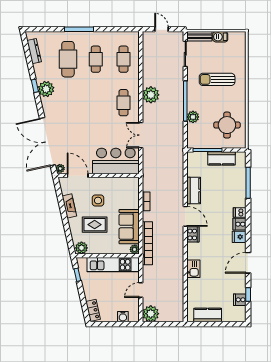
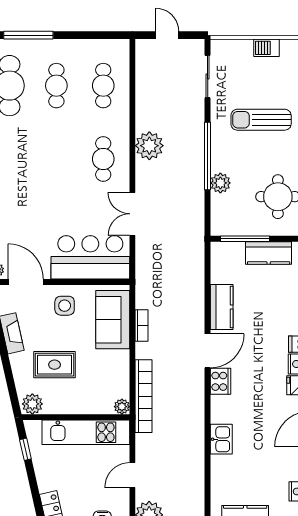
bench: (199, 36) -> (231, 47), removed
side table: (98, 201) -> (65, 306), moved
door: (185, 216) -> (208, 351), hinge flipped
sofa: (129, 227) -> (113, 320), moved

